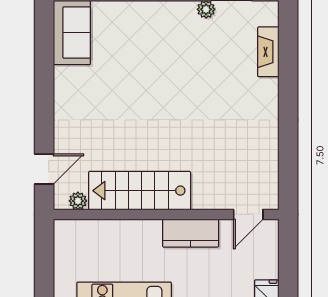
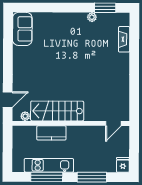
kitchen counter: (191, 233) -> (51, 133), moved

